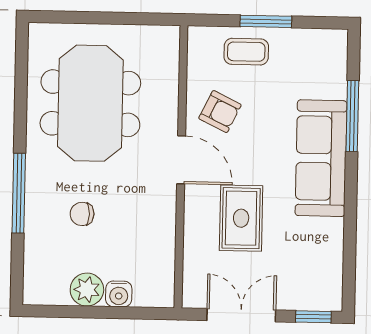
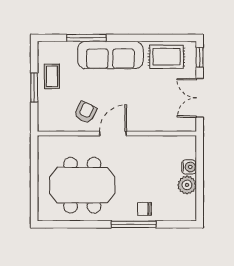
coffee table: (246, 52) -> (52, 76), moved
chair: (82, 214) -> (144, 209), moved, turned 90
rug: (241, 218) -> (166, 57), moved

